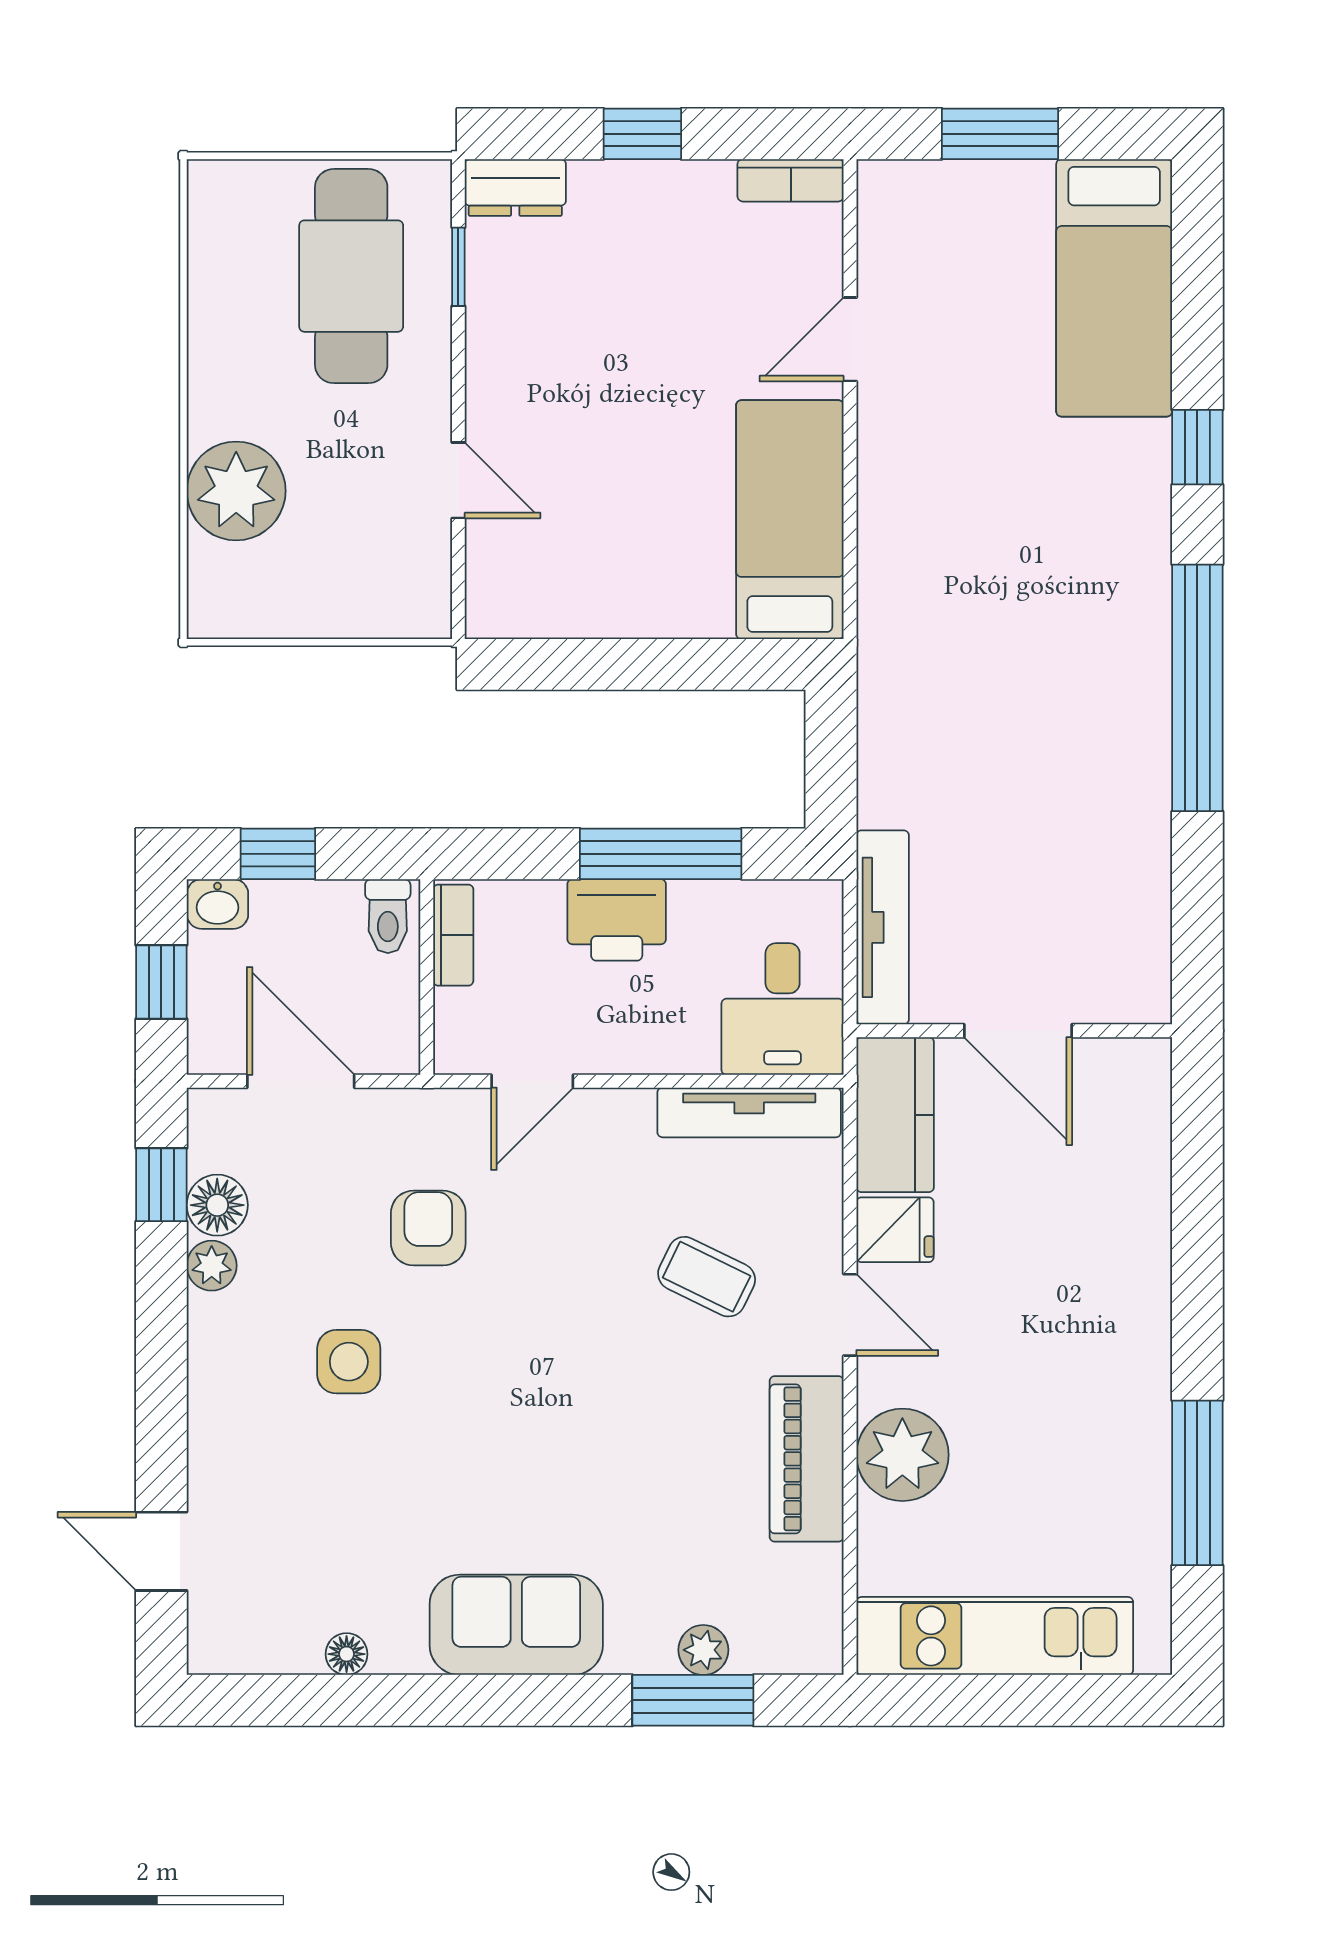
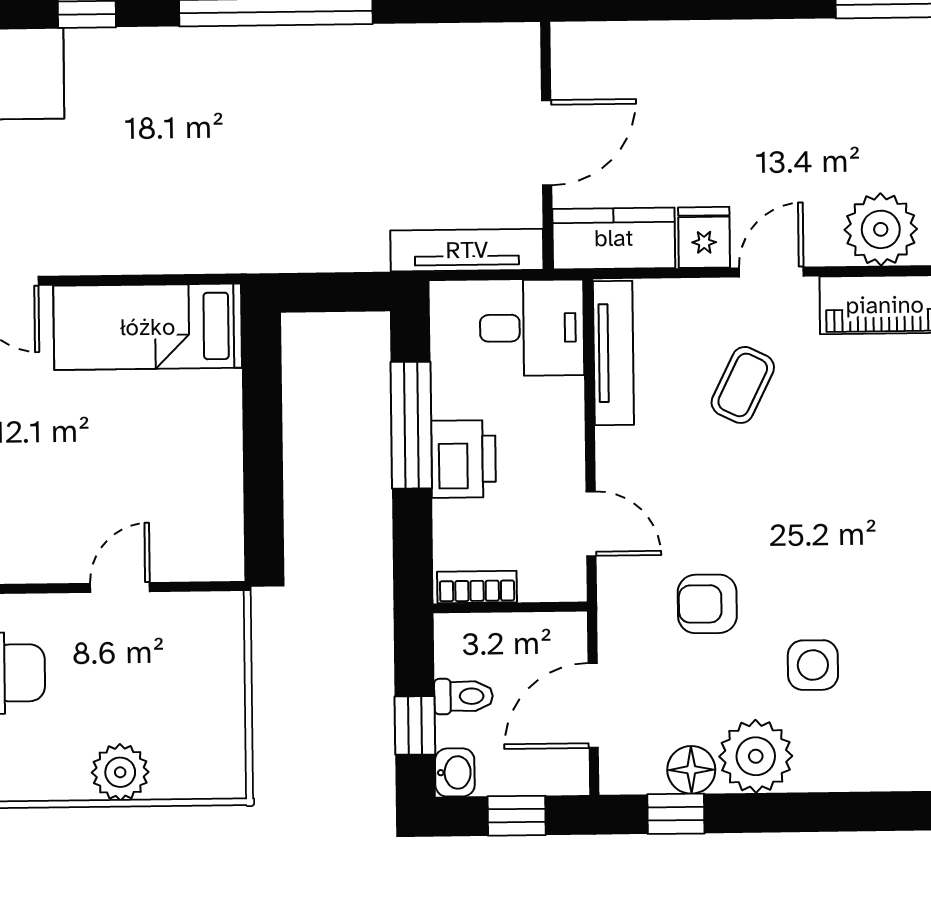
plant: (236, 491) -> (120, 772), width x0.73, depth x0.73
toilet: (388, 916) -> (463, 696), moved
plant: (212, 1266) -> (756, 756), width x1.87, depth x1.87

